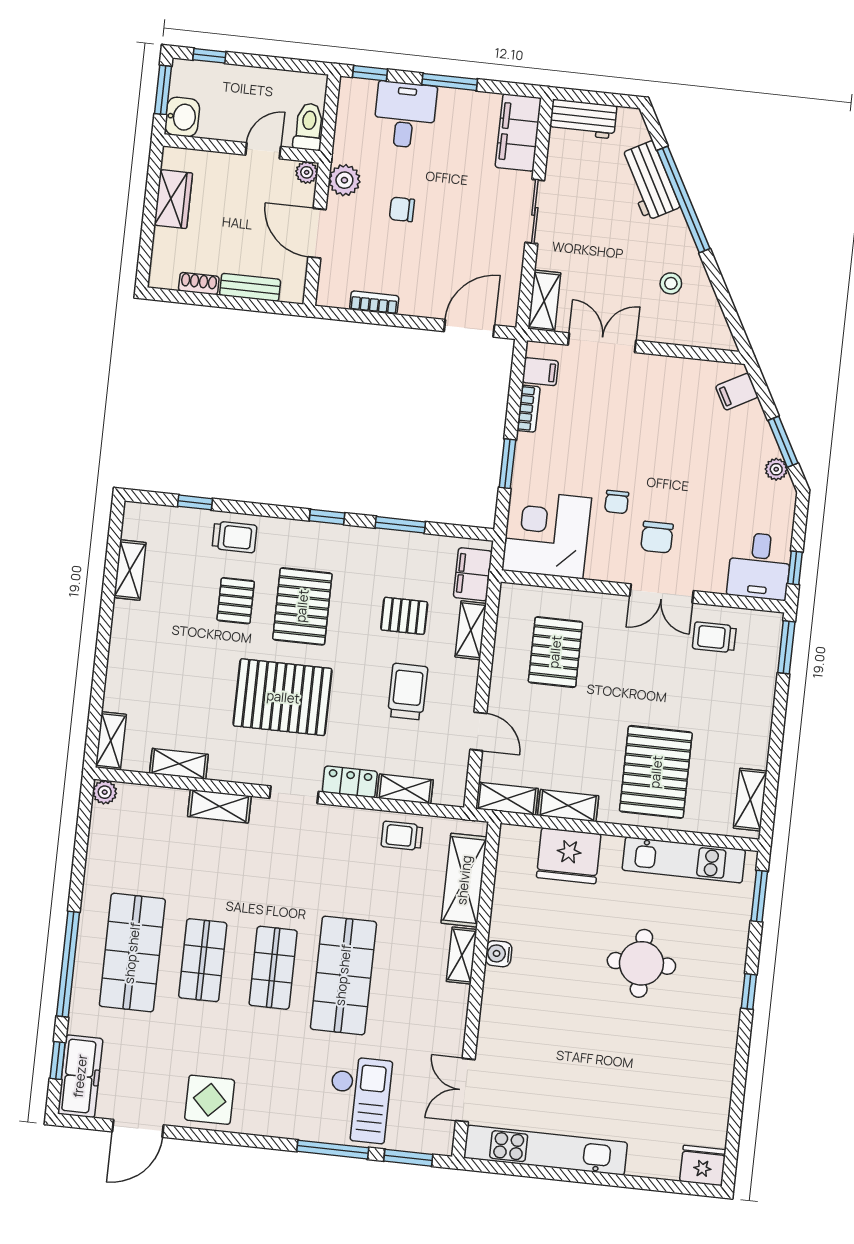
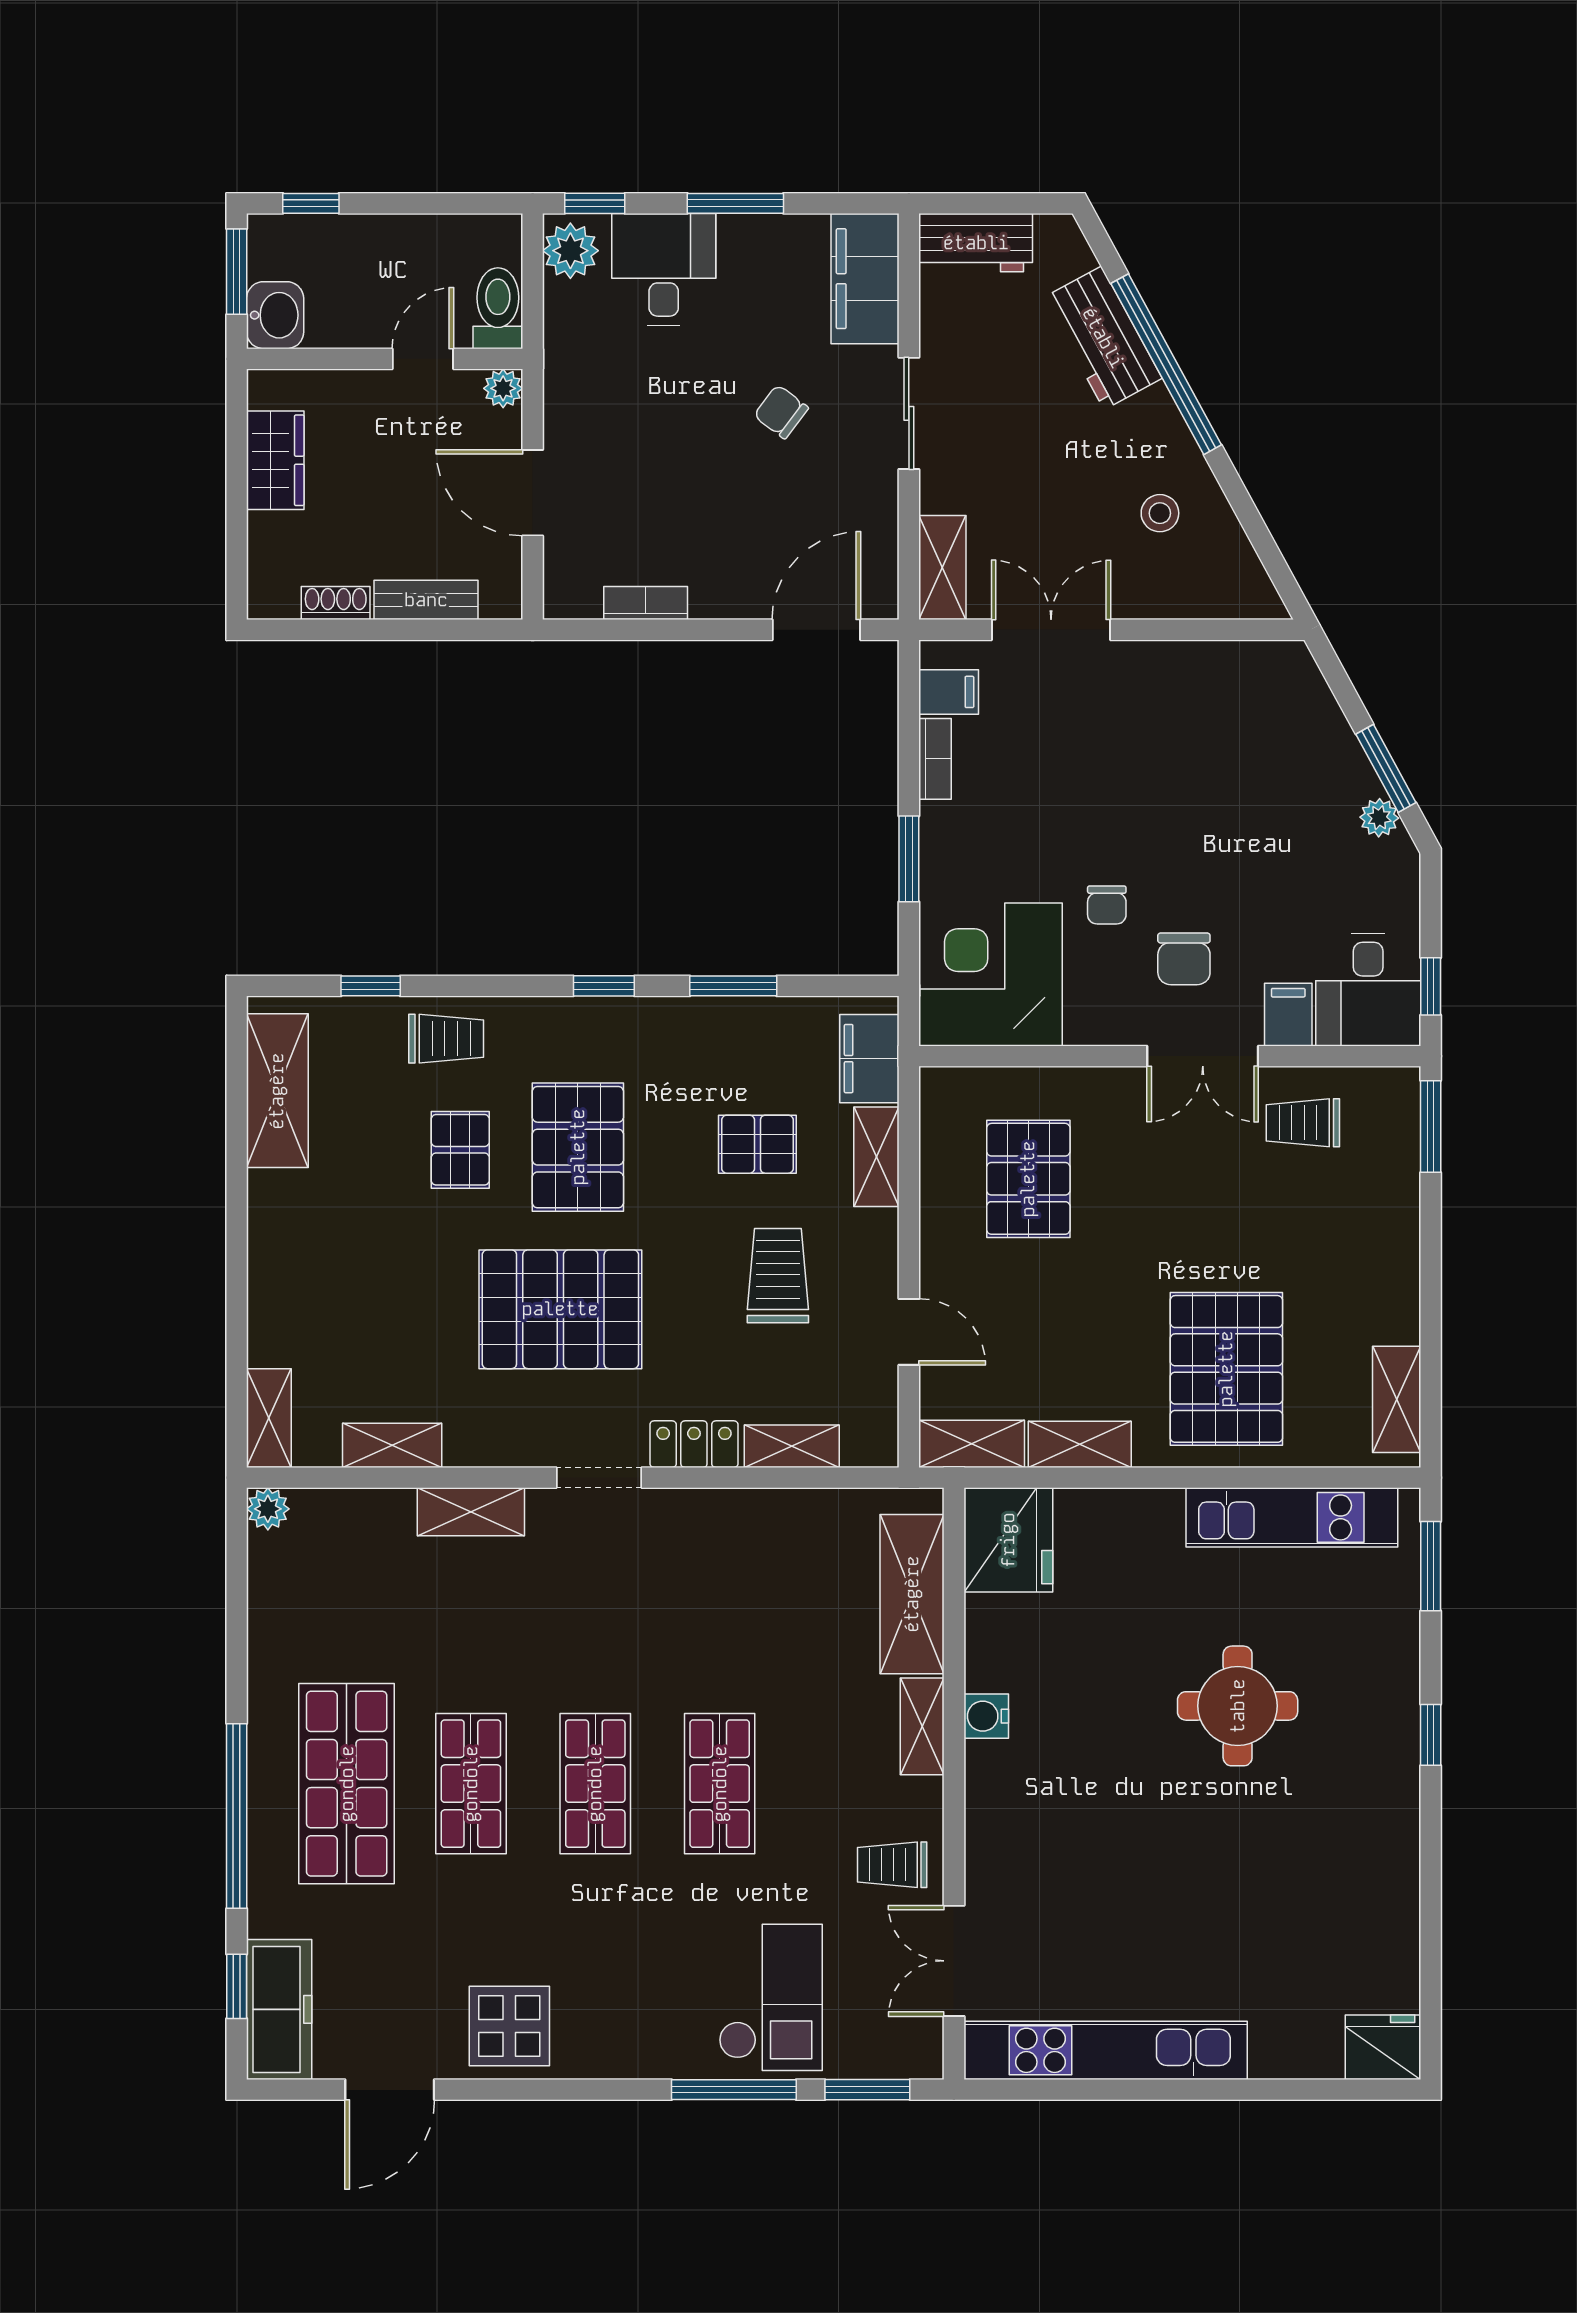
plant: (344, 180) -> (570, 251), moved
chair: (402, 209) -> (781, 412), moved, turned 37
filing cabinet: (737, 392) -> (1288, 1015), moved, turned 119
shelving: (130, 570) -> (277, 1091), width x1.50, depth x1.33
trolley: (402, 836) -> (892, 1865), moved
fridge: (569, 856) -> (1008, 1540), moved, turned -90
shop shelf: (343, 975) -> (720, 1784), width x0.70, depth x0.74

